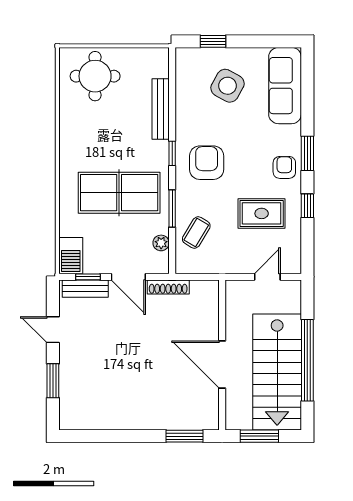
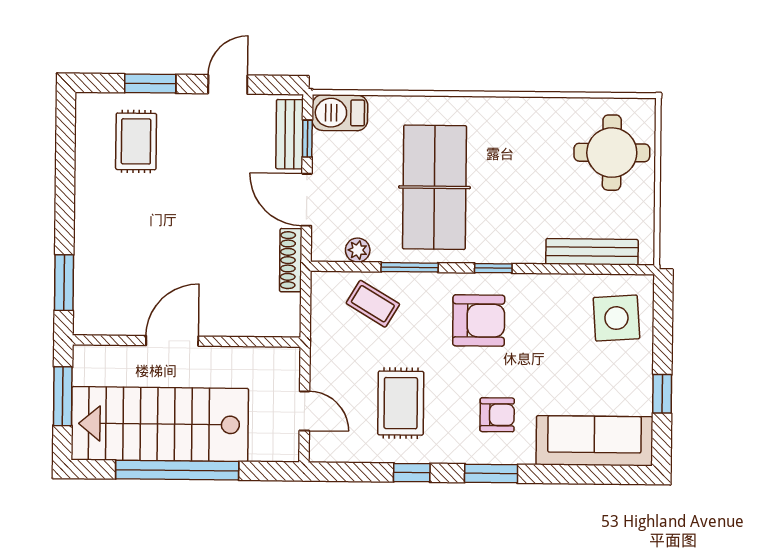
window: (213, 41) -> (662, 394), moved
side table: (228, 86) -> (616, 318), moved, turned -33
bench: (161, 109) -> (592, 252), moved
armchair: (284, 167) -> (497, 415), moved
door: (128, 277) -> (307, 200), hinge flipped
door: (222, 364) -> (172, 341), width x0.73
rug: (91, 390) -> (136, 141), added

